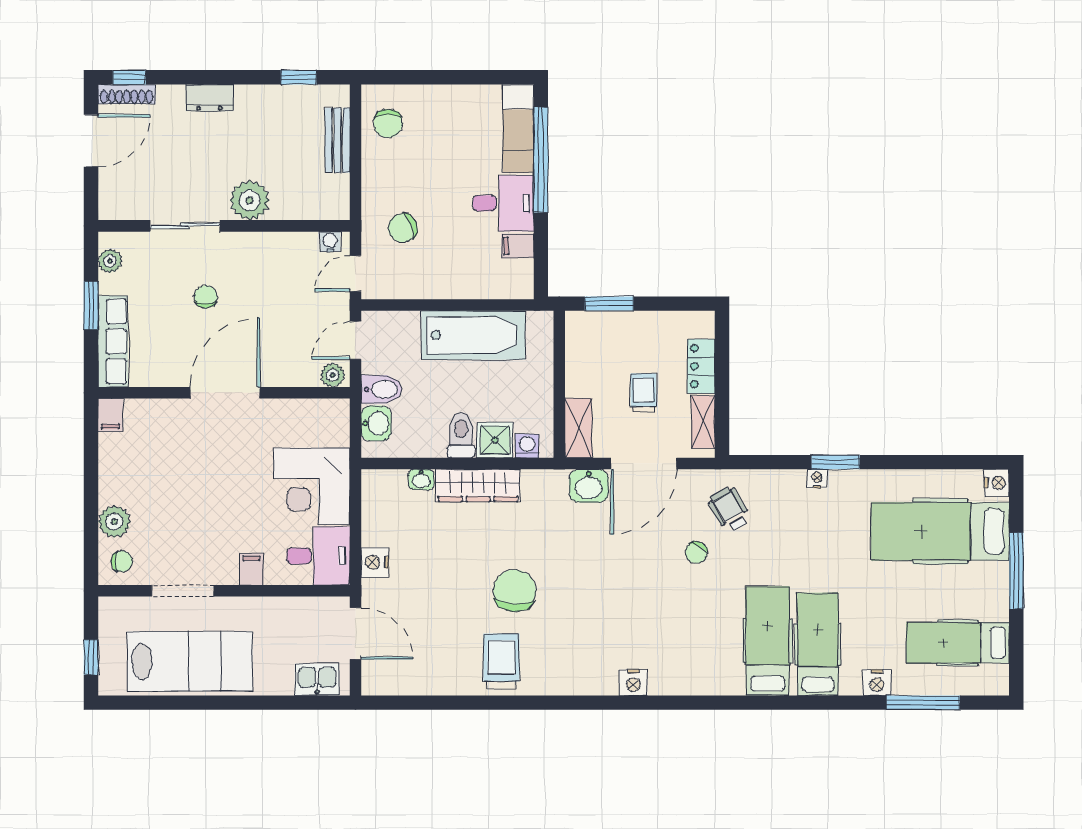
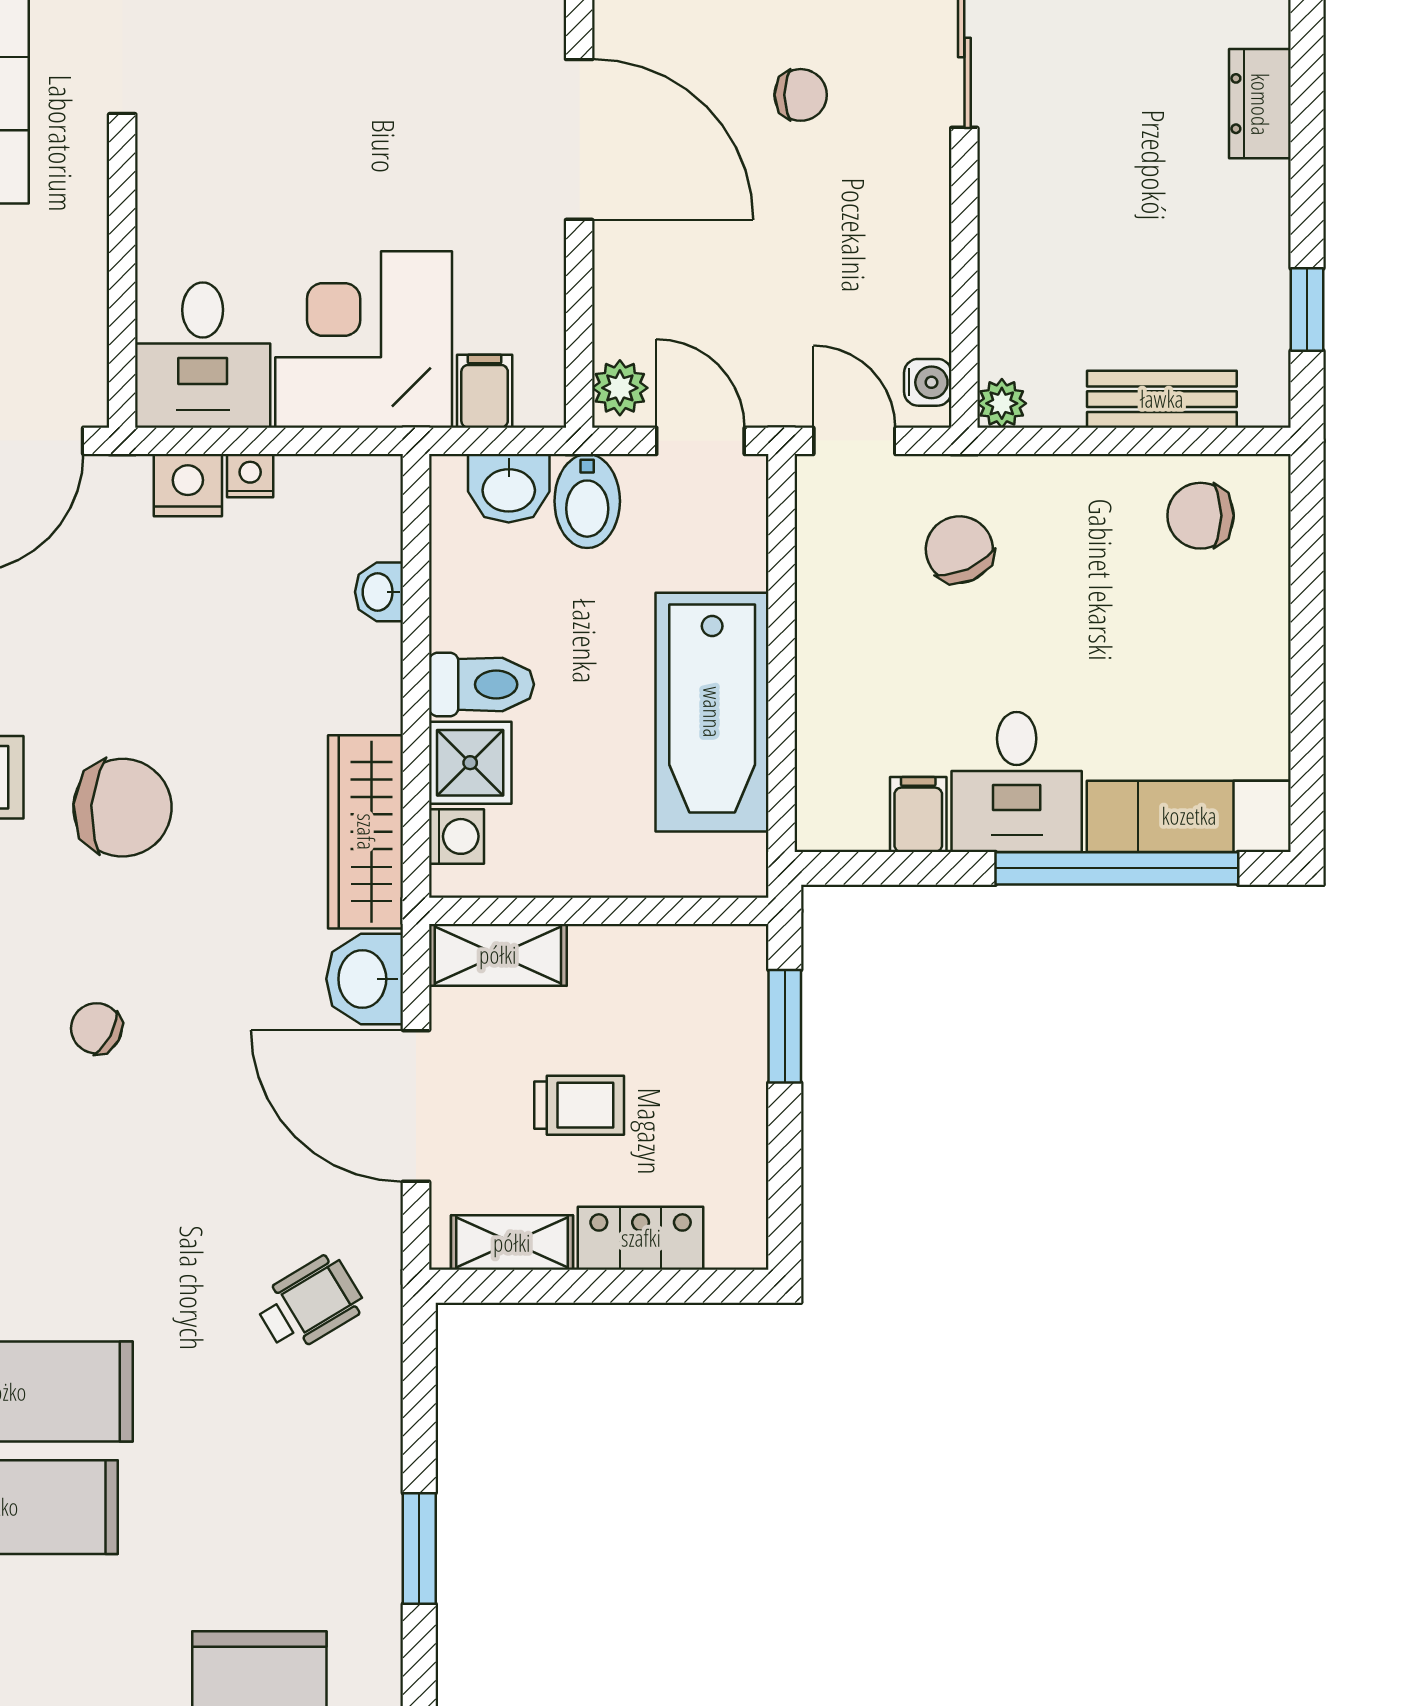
plant: (250, 200) -> (1002, 403), moved, width x0.53, depth x0.53
nightstand: (817, 479) -> (250, 476), moved, turned -90
wardrobe: (478, 485) -> (366, 832), moved
chair: (696, 552) -> (96, 1028), moved
filing cabinet: (251, 569) -> (485, 391), moved, turned -90

